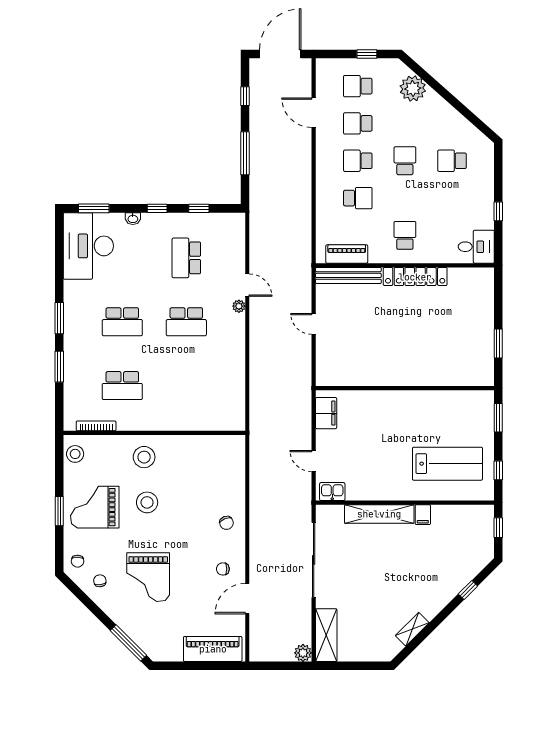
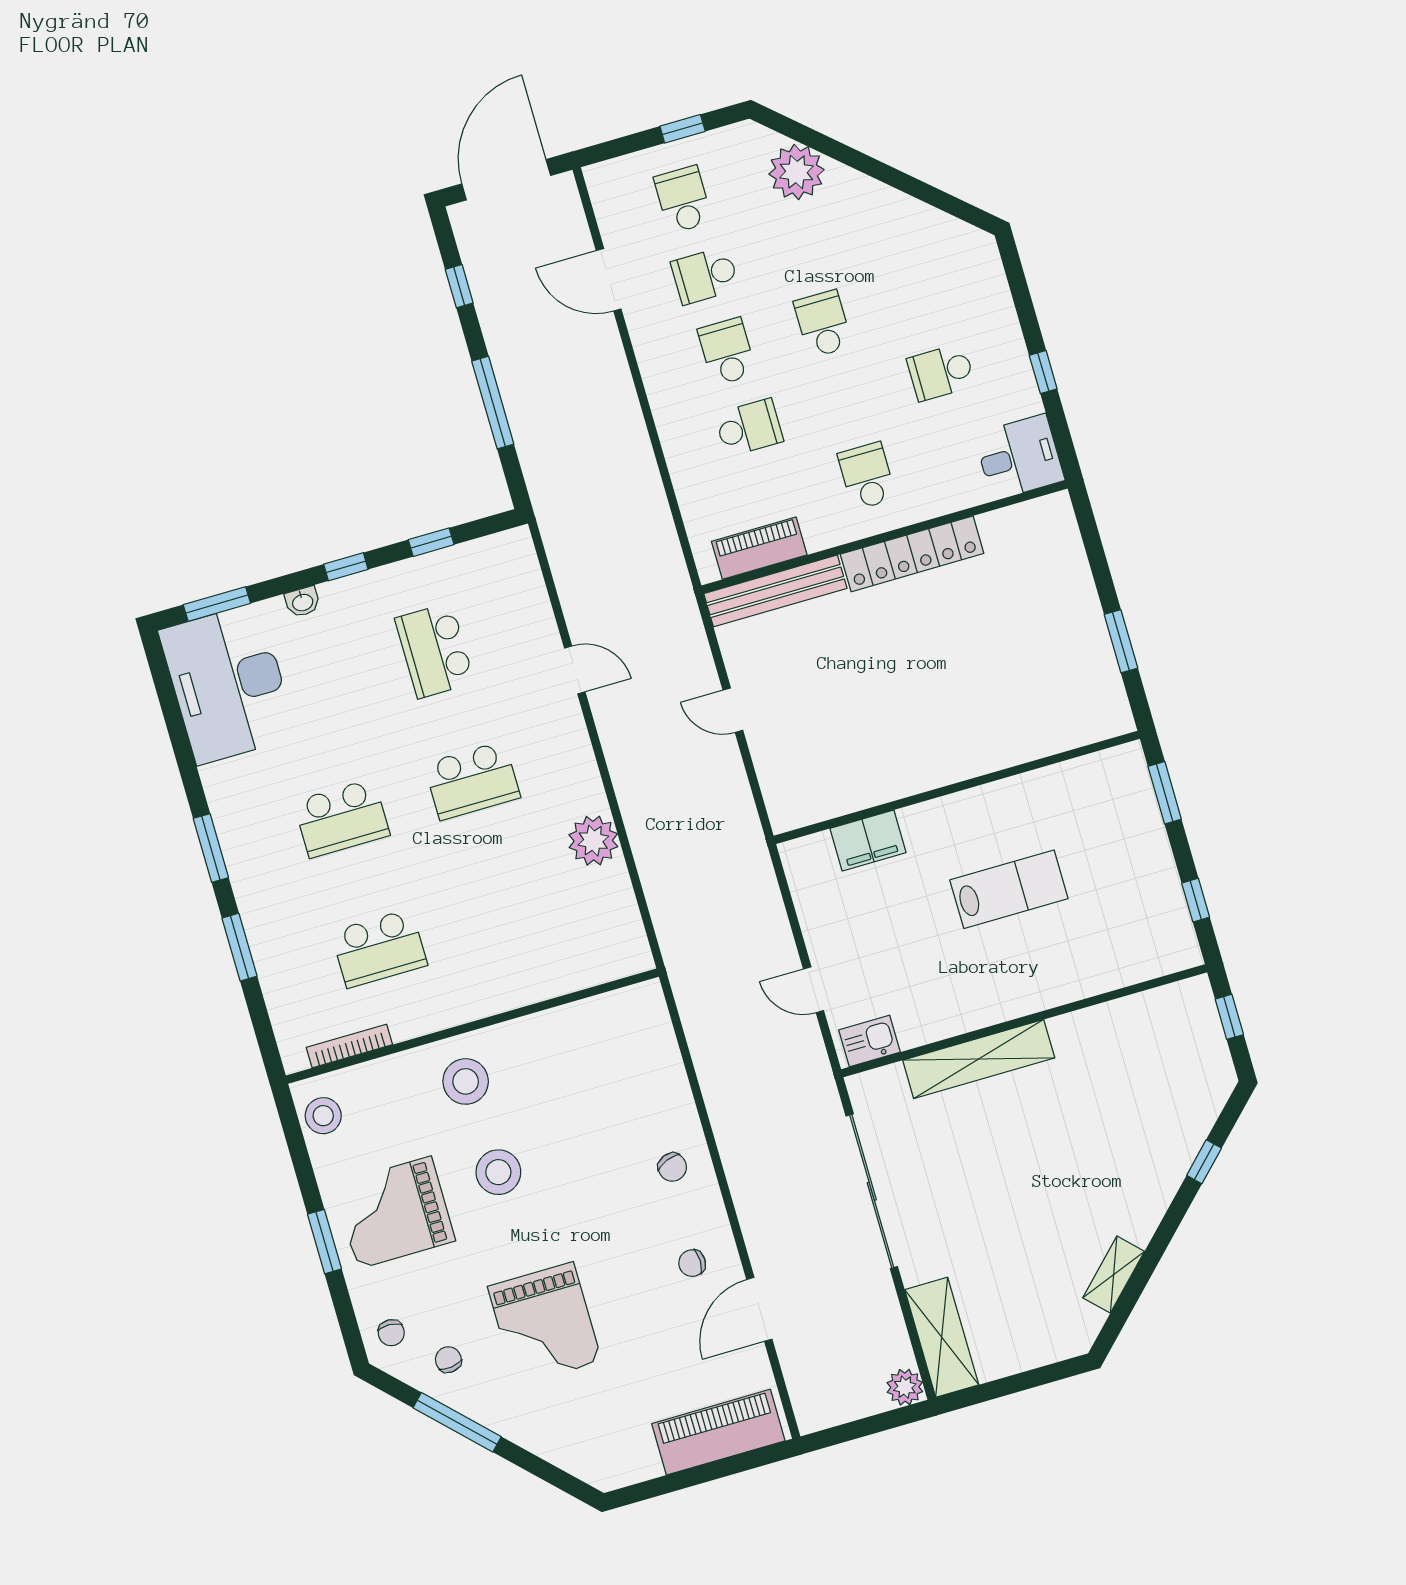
school desk: (358, 86) -> (683, 199), turned 90
school desk: (358, 161) -> (727, 352), turned 90
school desk: (452, 161) -> (941, 372), moved
plant: (239, 306) -> (593, 841), moved, width x1.87, depth x1.87
filing cabinet: (326, 413) -> (868, 840), moved, turned 90
lab bench: (447, 464) -> (1009, 889), moved, width x0.73, depth x0.72
filing cabinet: (423, 515) -> (1068, 1035), removed
window: (128, 643) -> (457, 1422), moved

